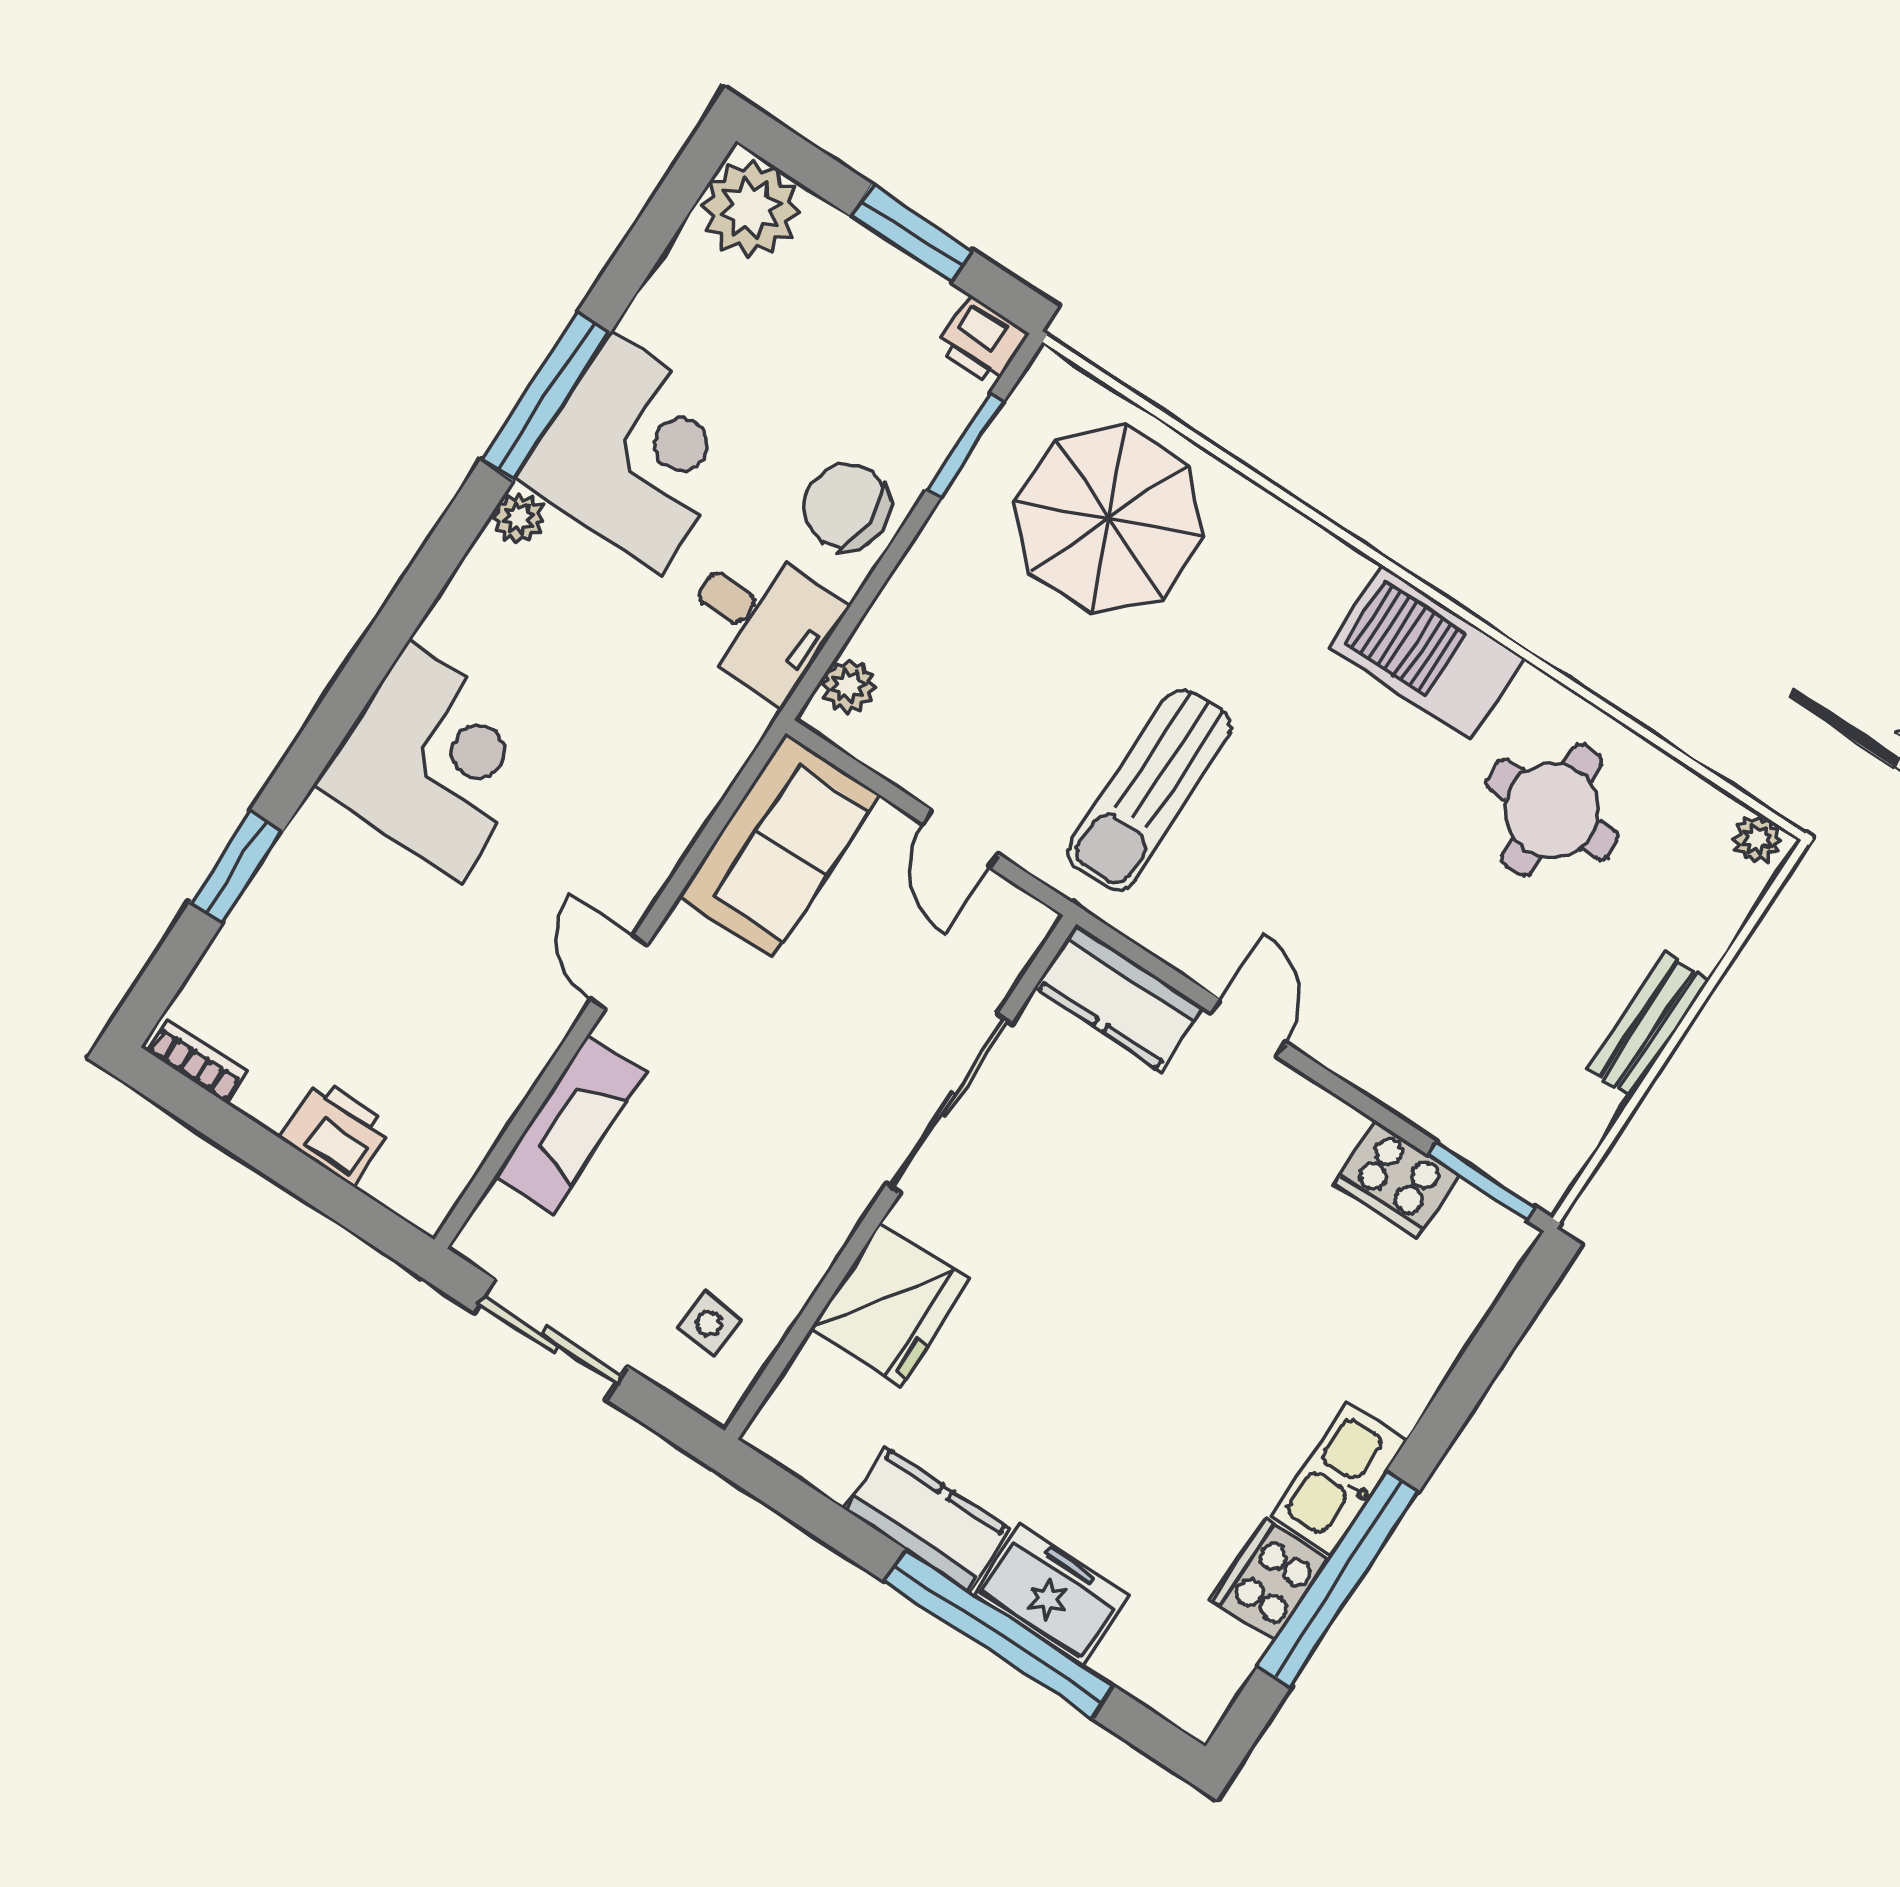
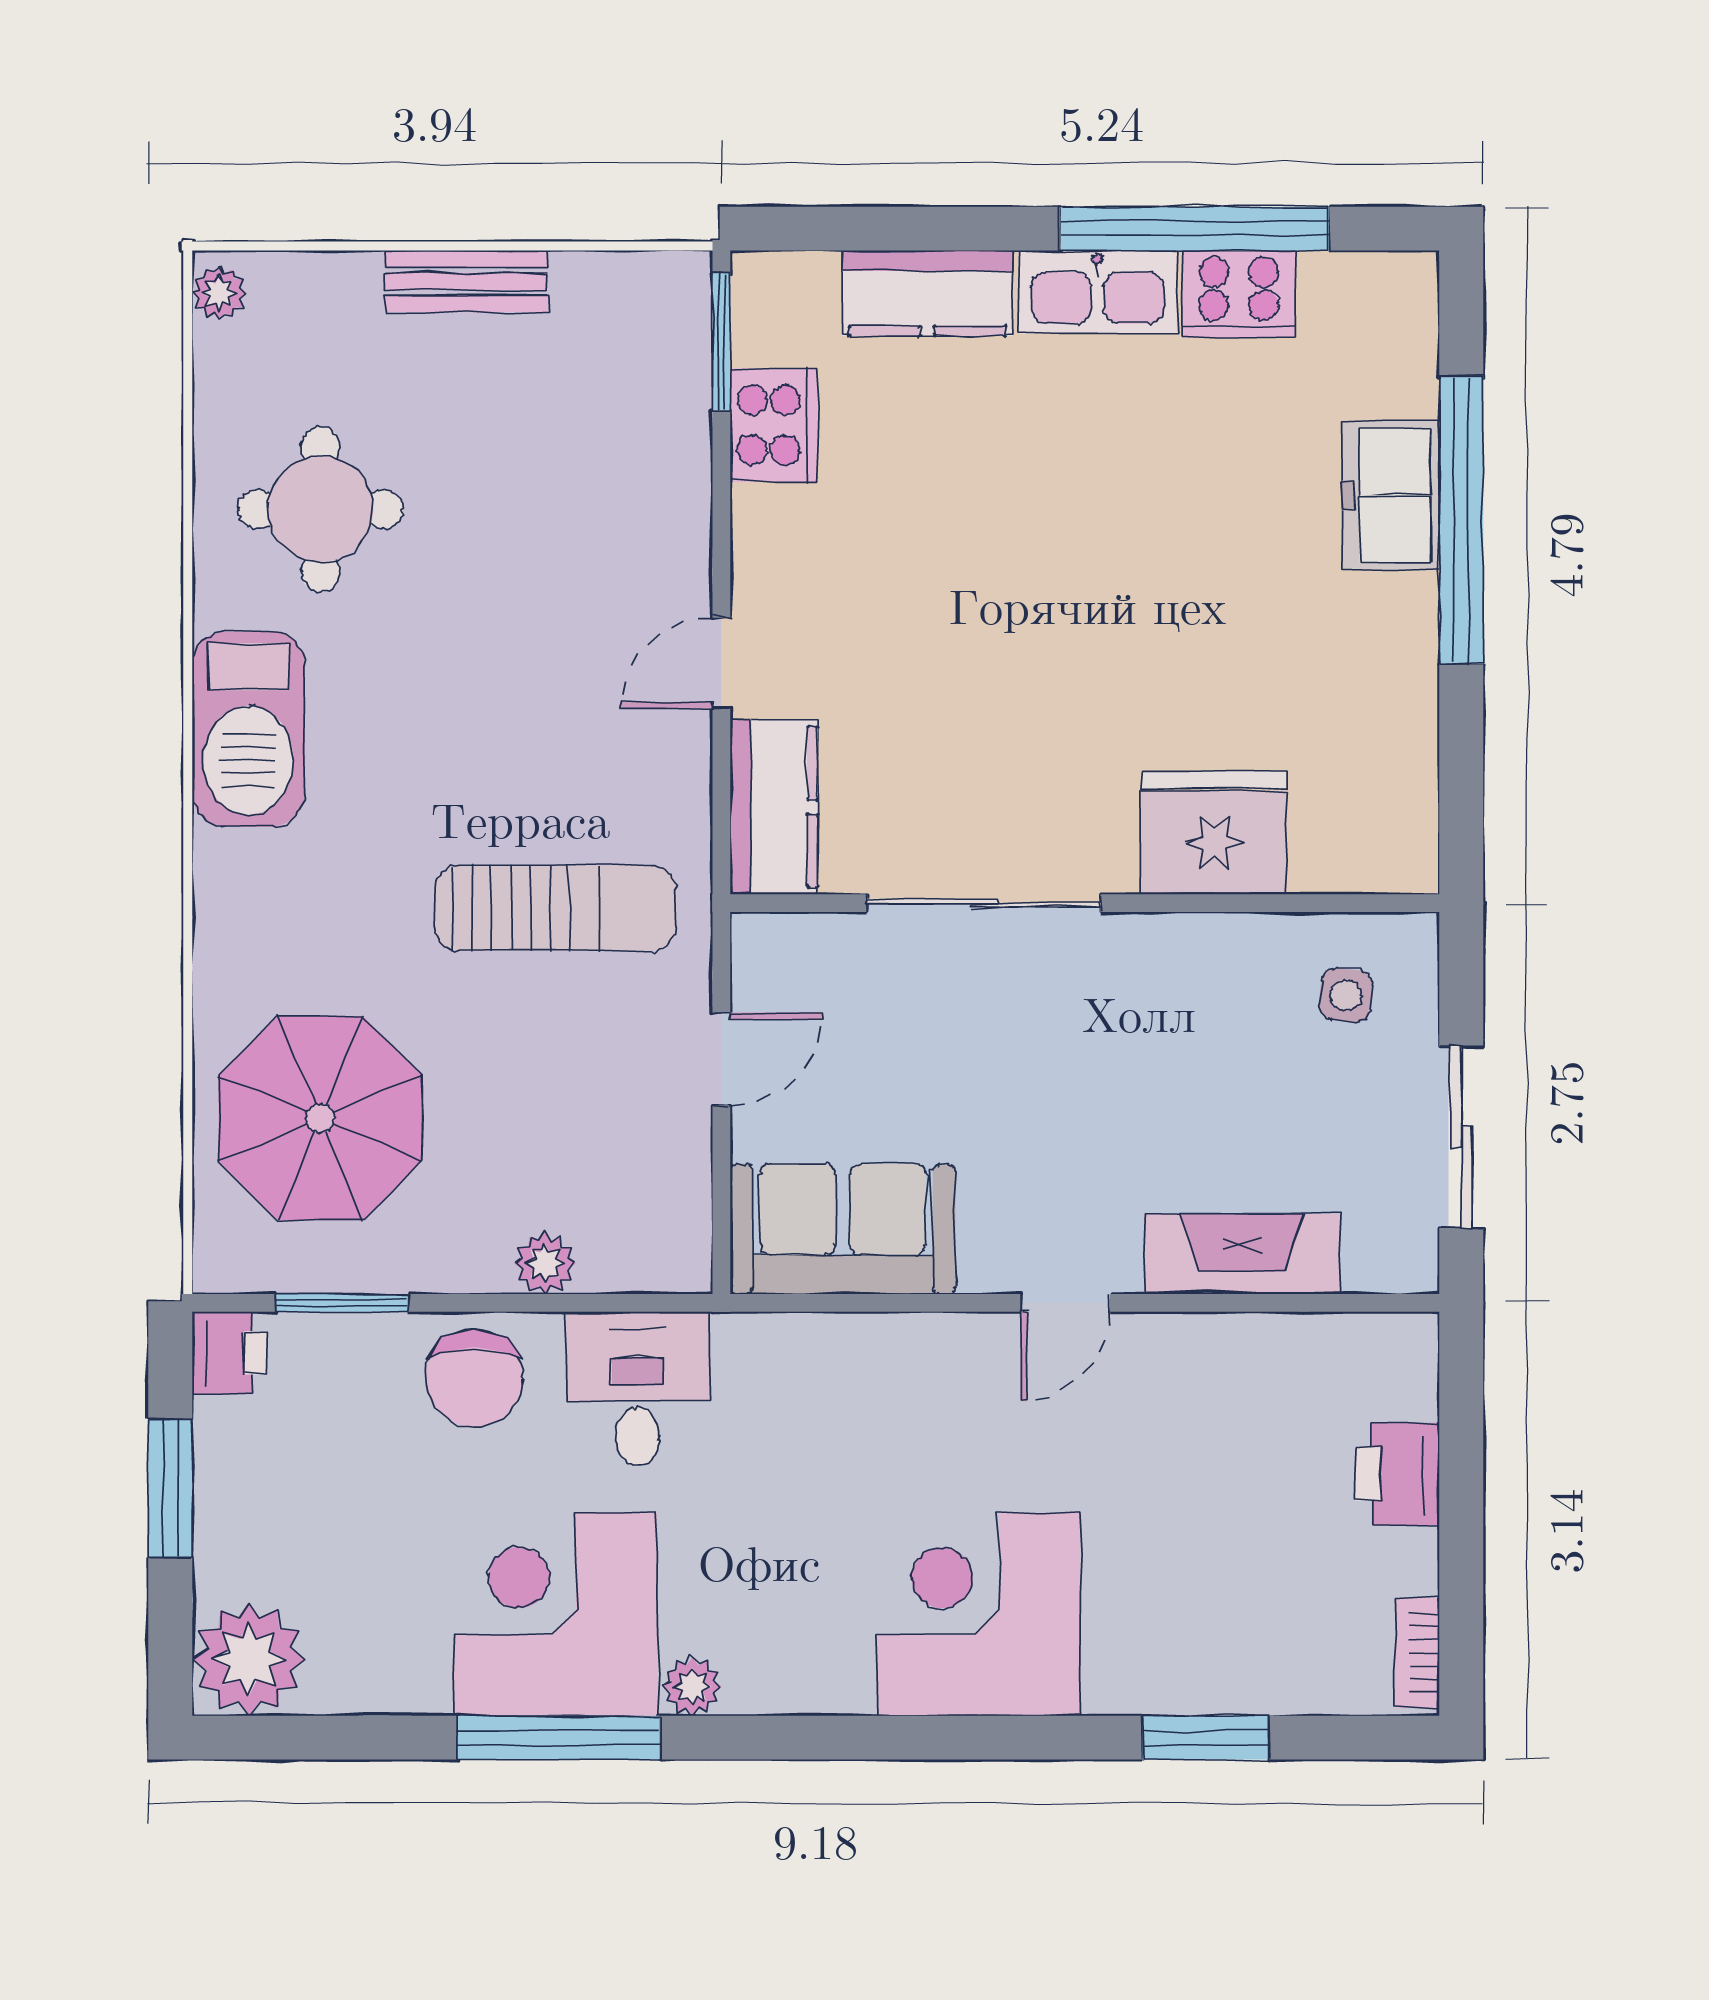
plant: (848, 686) -> (545, 1263), moved
kitchen counter: (927, 1519) -> (927, 293), moved, turned -90

